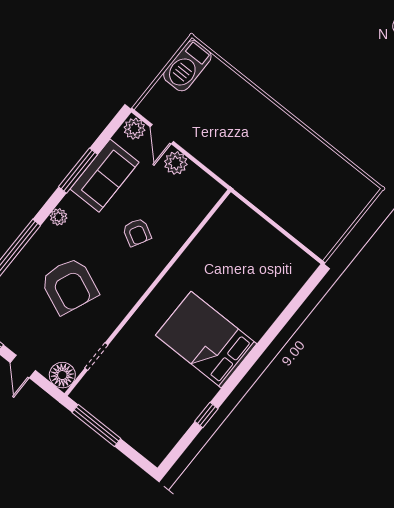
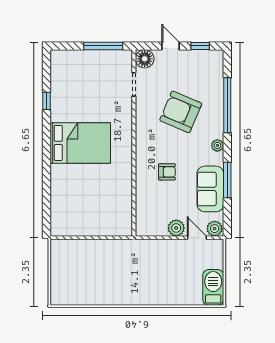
armchair: (137, 232) -> (167, 172), turned 151

